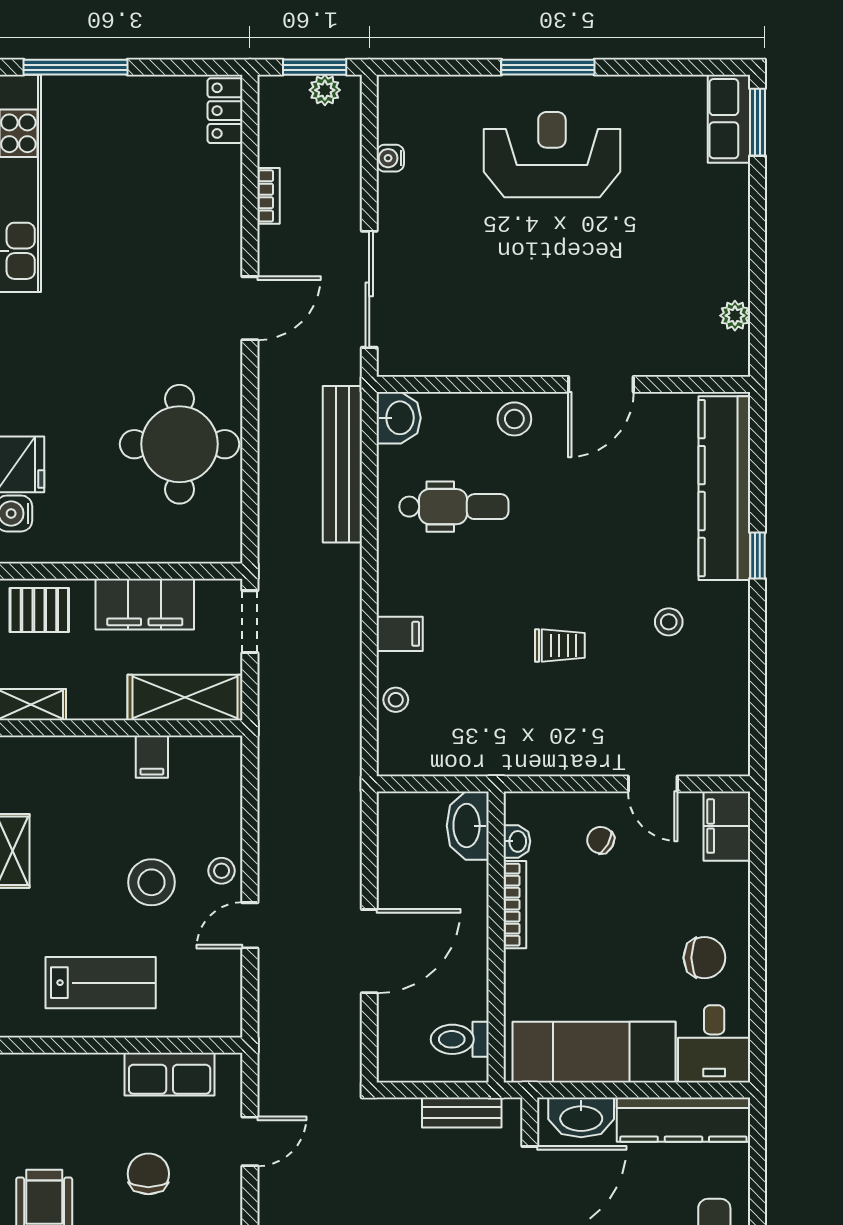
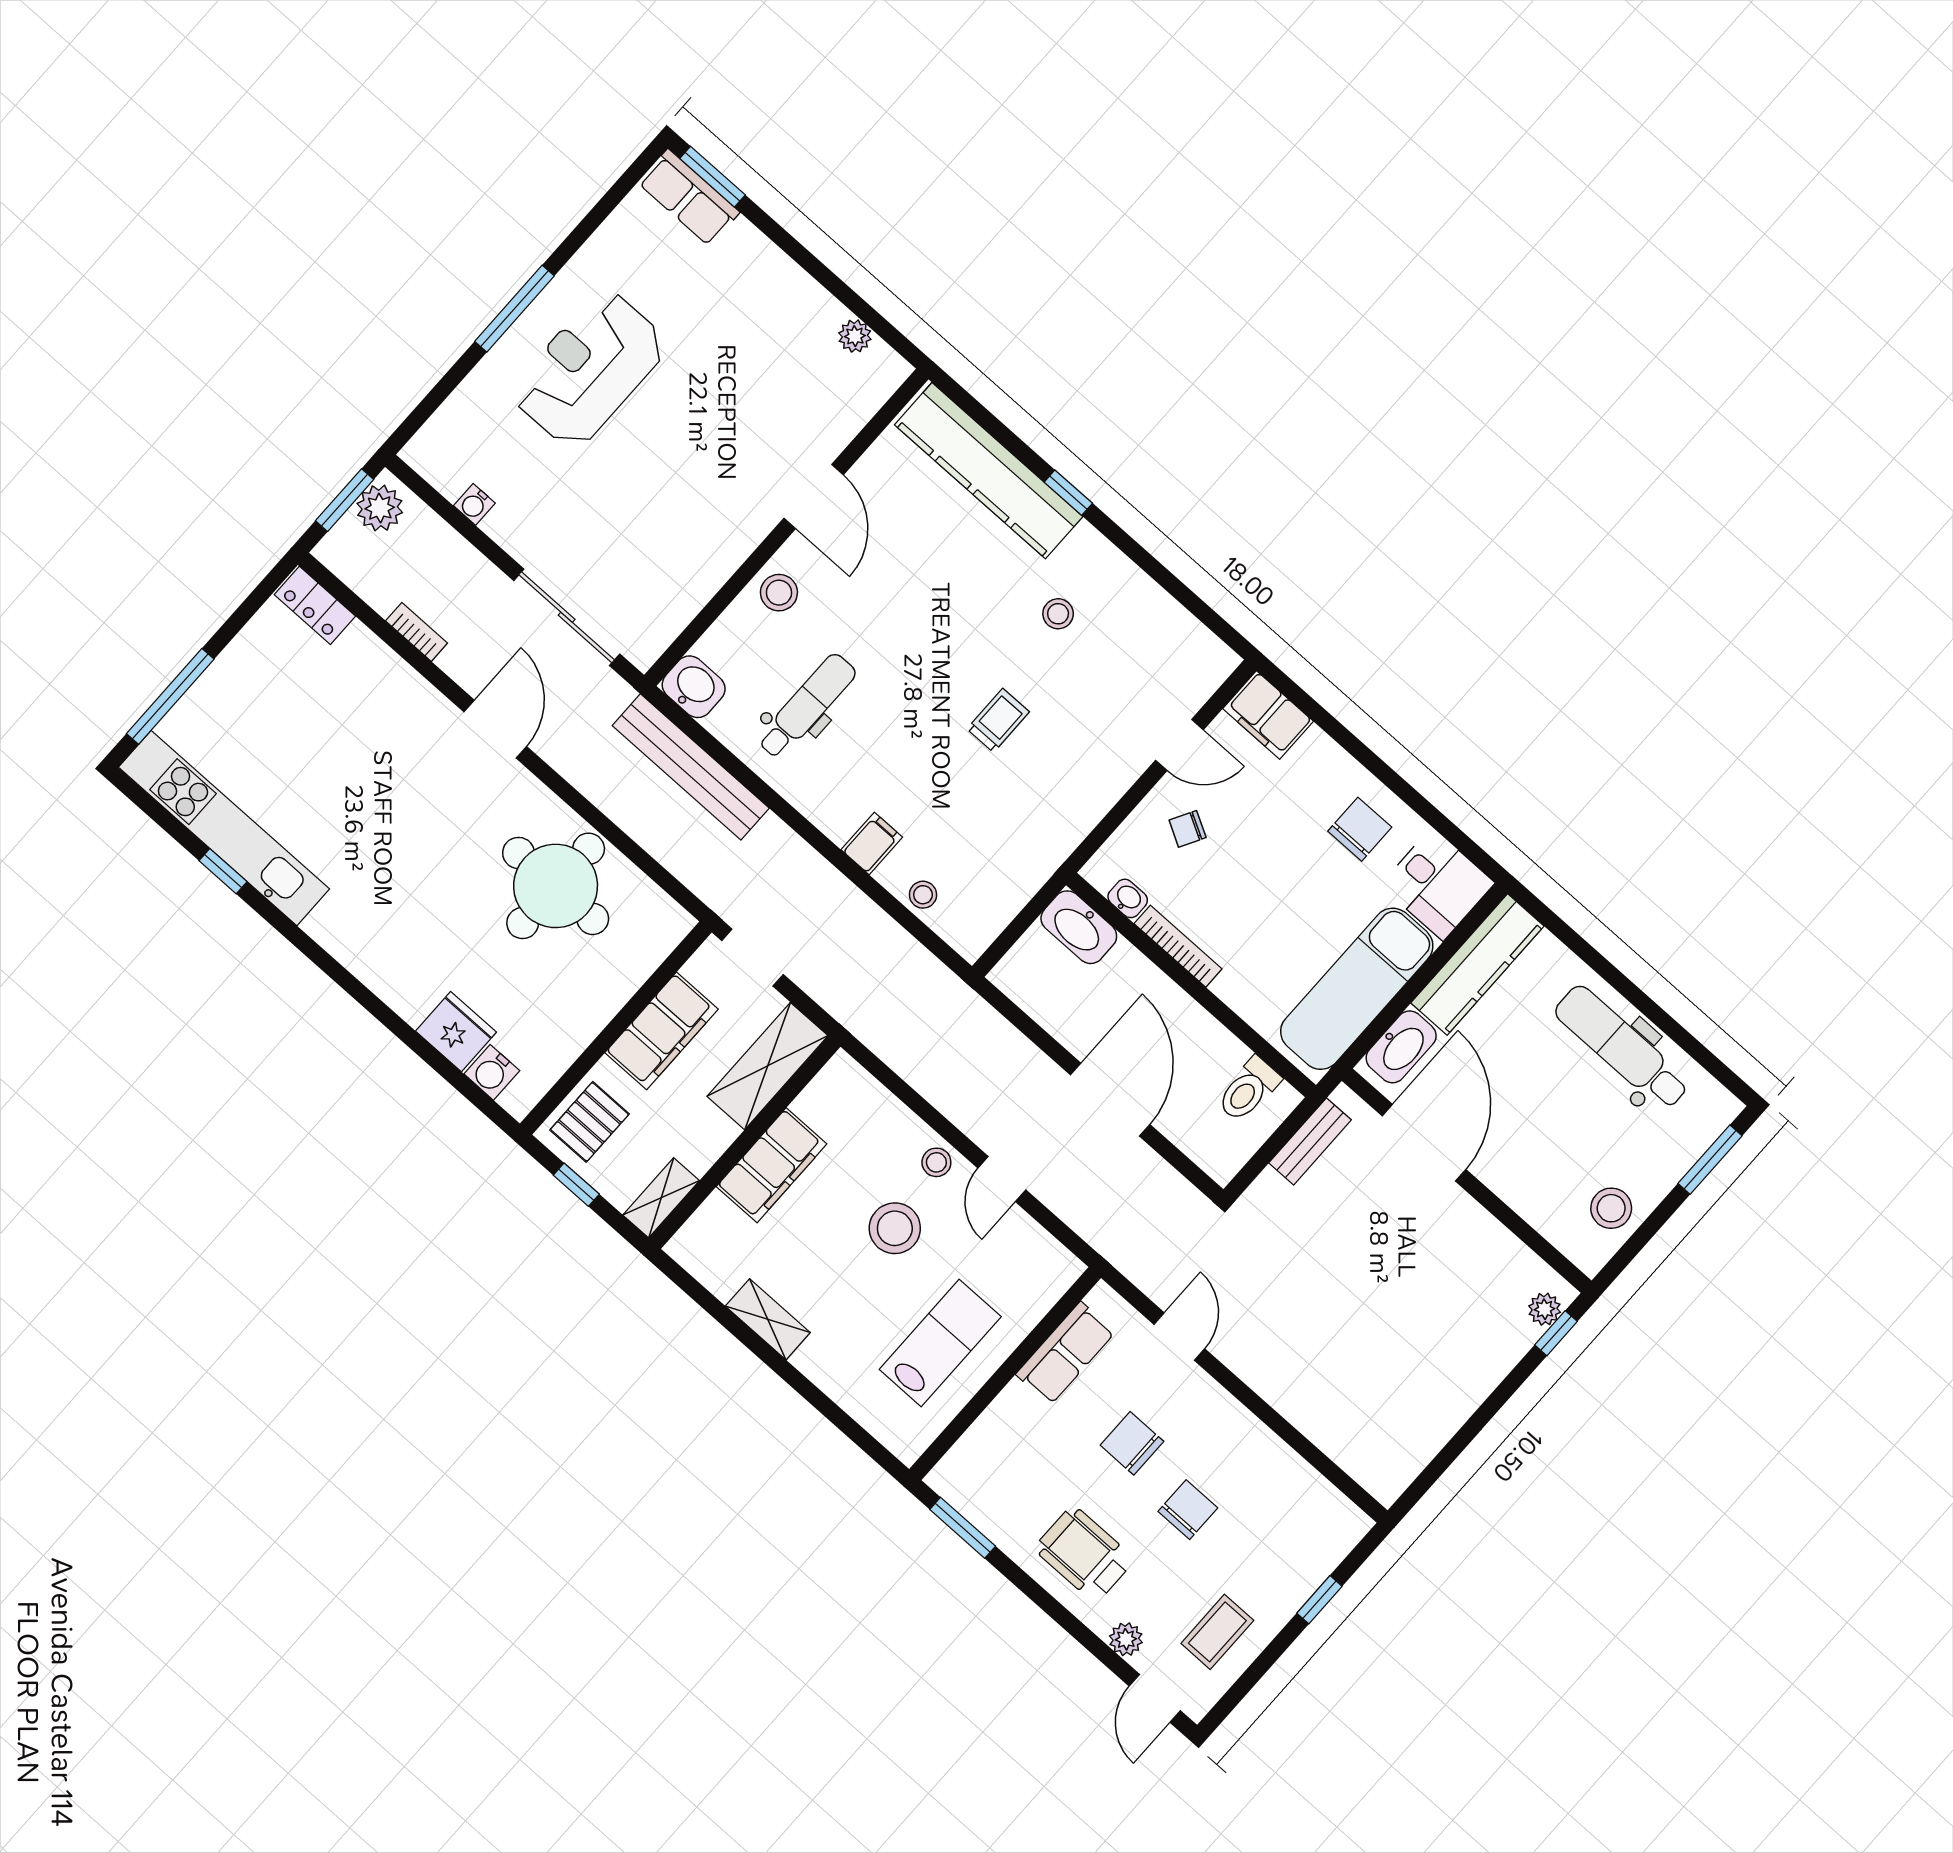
plant: (325, 90) -> (380, 508), width x1.38, depth x1.38
filing cabinet: (152, 757) -> (772, 1165), width x3.00, depth x1.17

